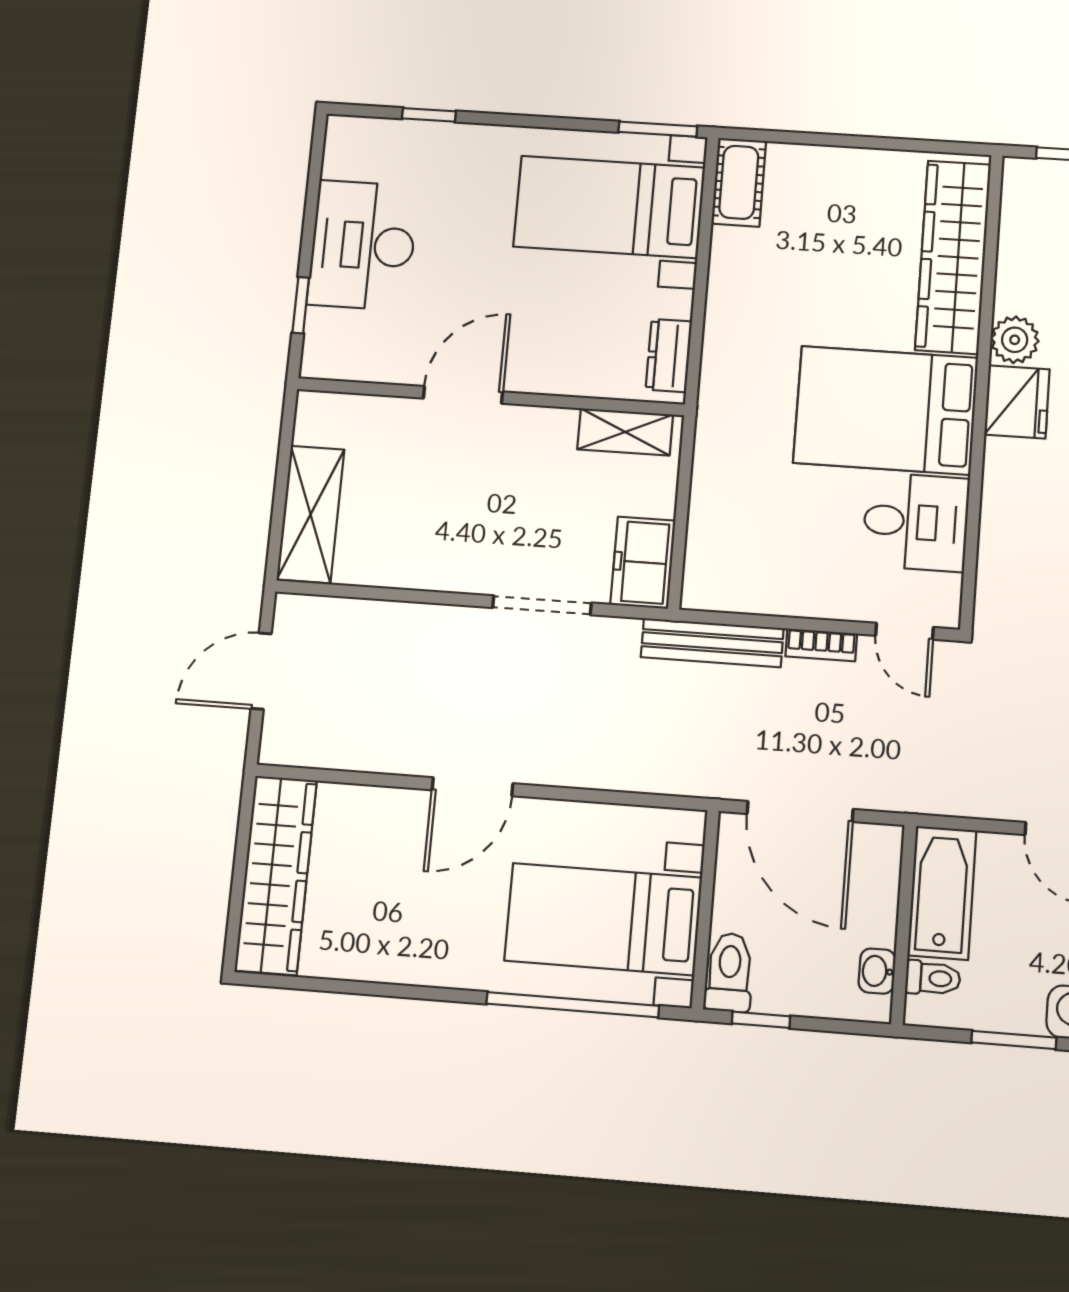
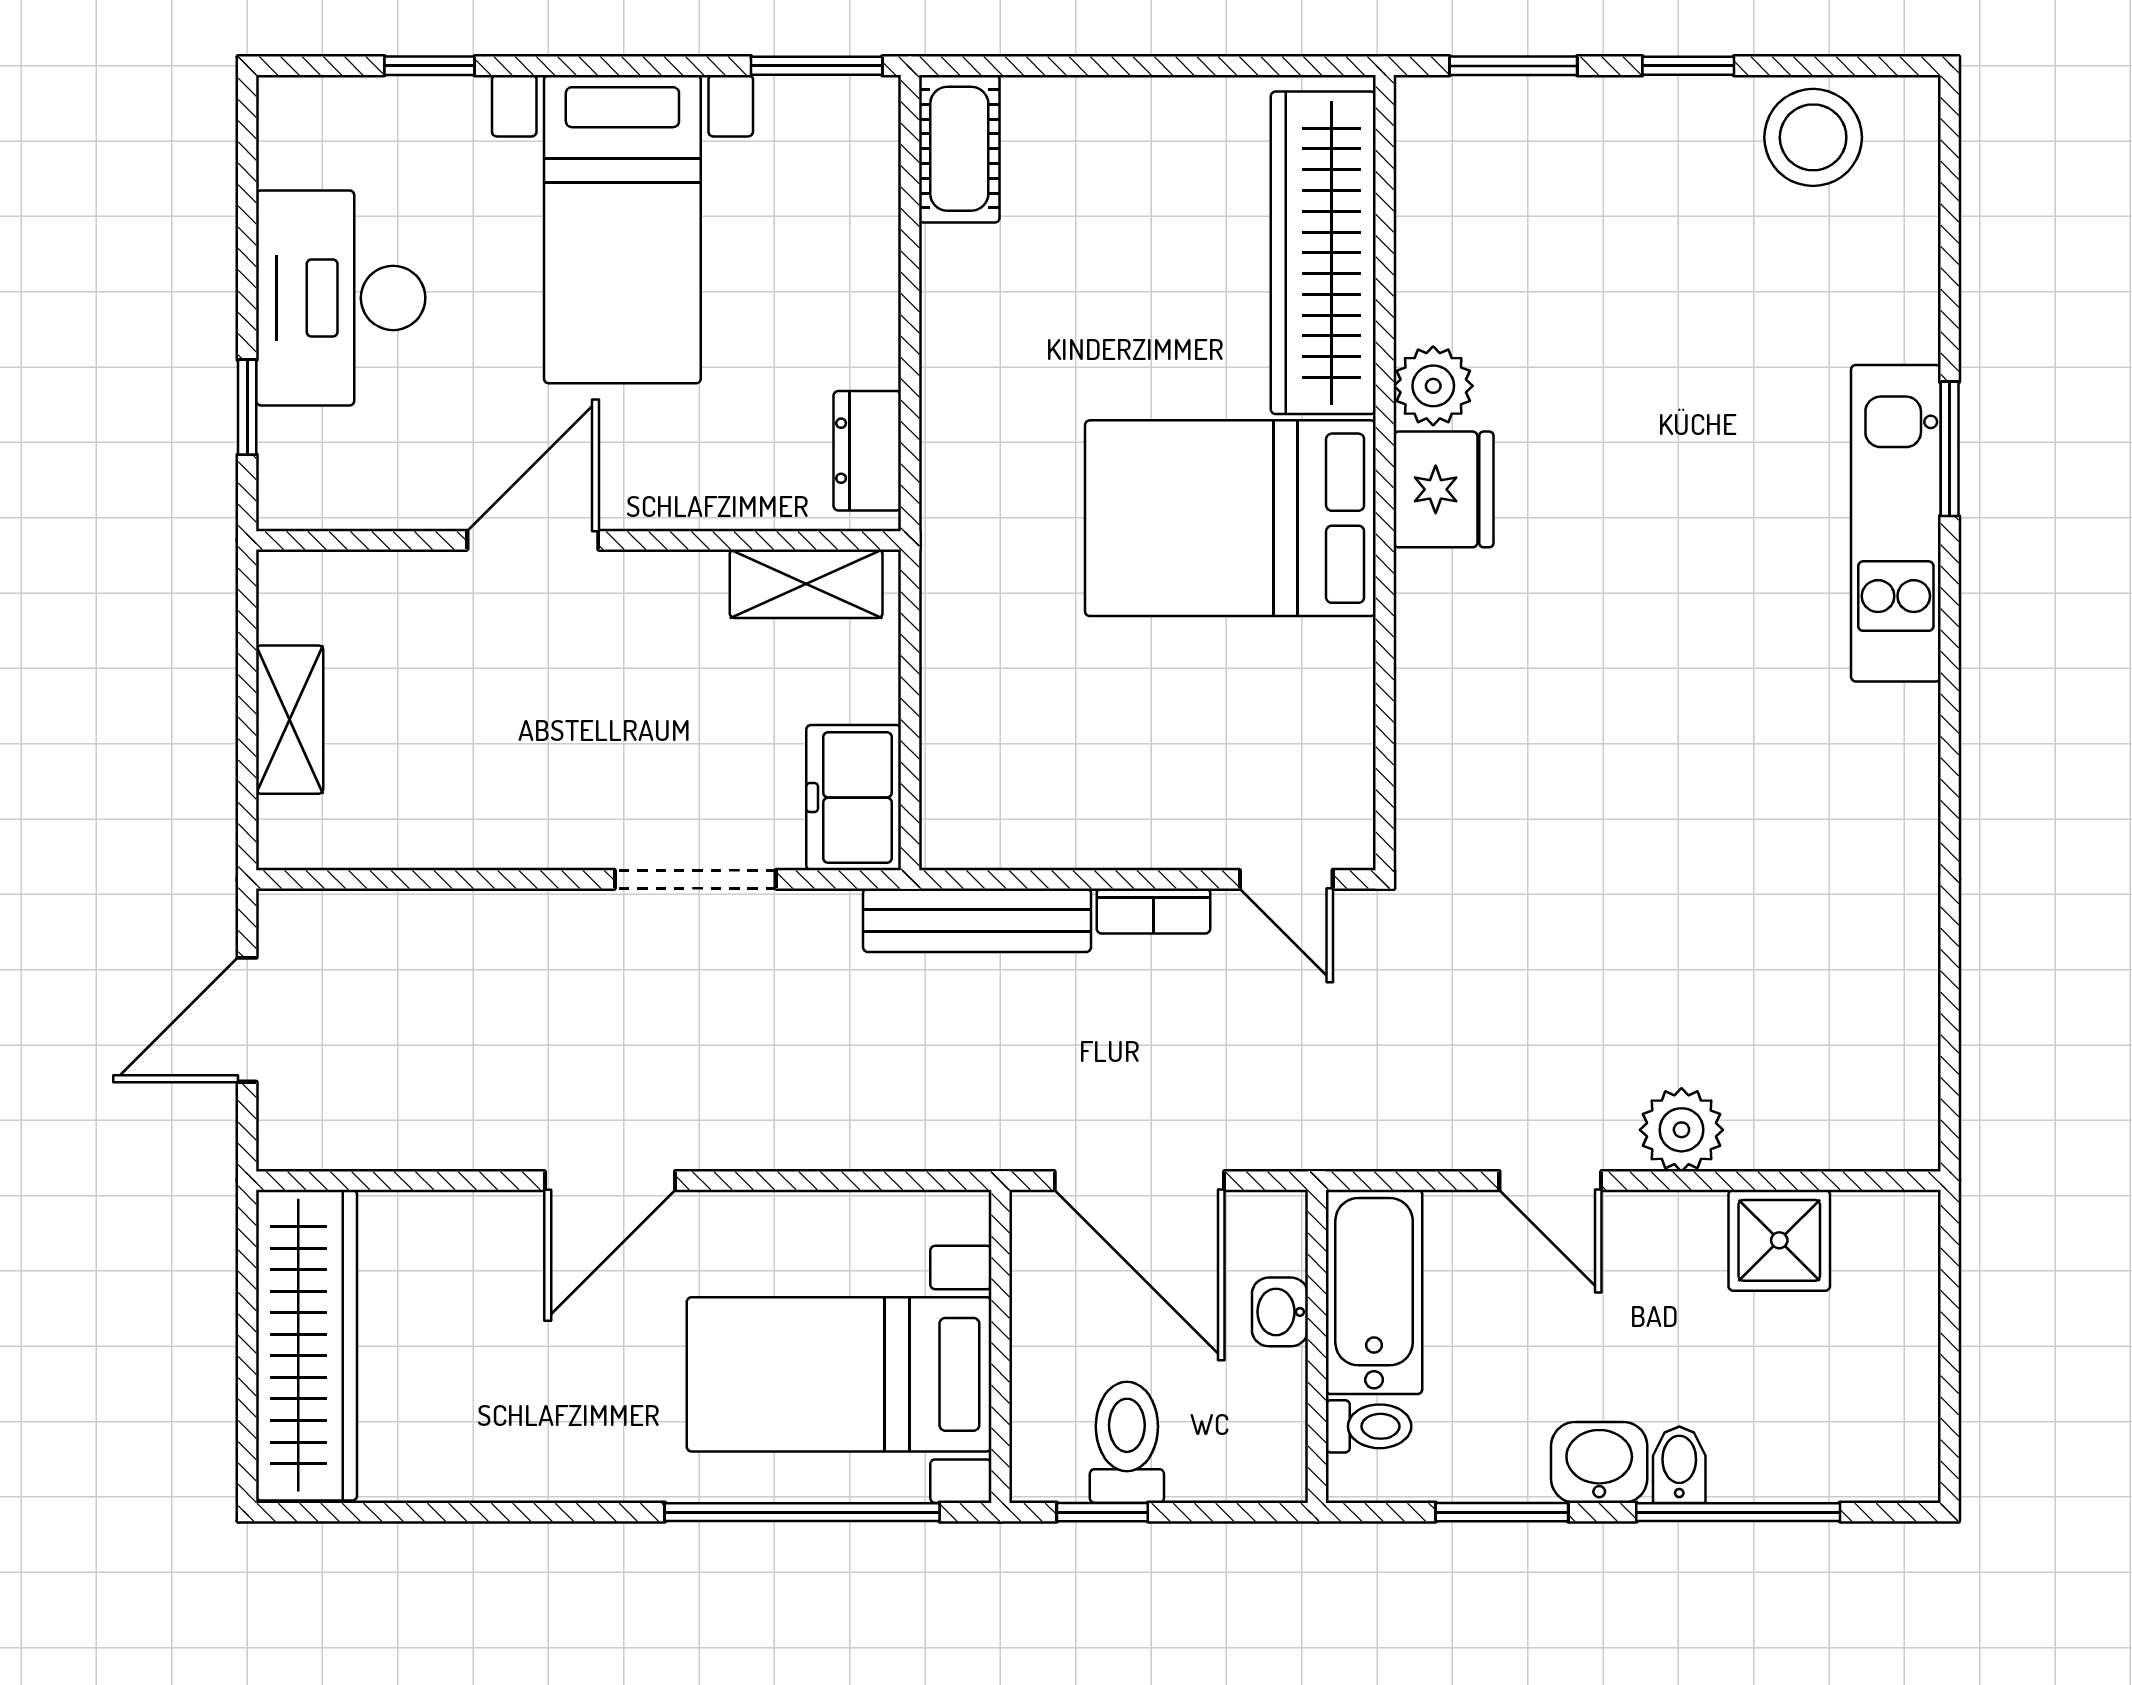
bed with nightstands: (609, 207) -> (622, 229), moved, turned -90
shelving: (311, 514) -> (290, 720), width x0.67, depth x0.75
desk: (916, 522) -> (1292, 700), removed
washbasin: (877, 971) -> (1280, 1312), moved
toilet: (729, 972) -> (1127, 1442), moved

